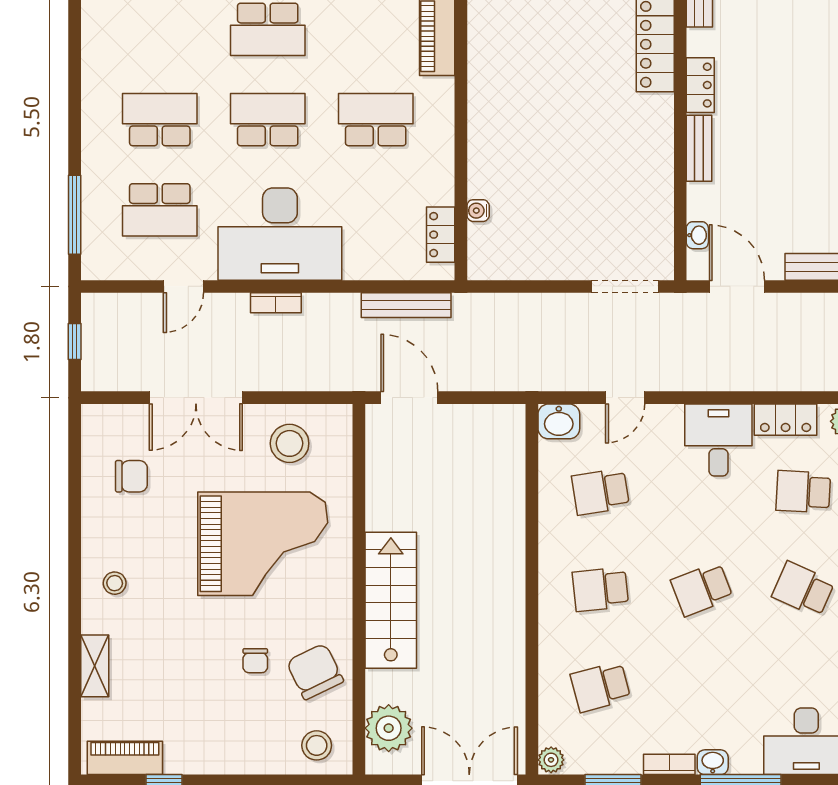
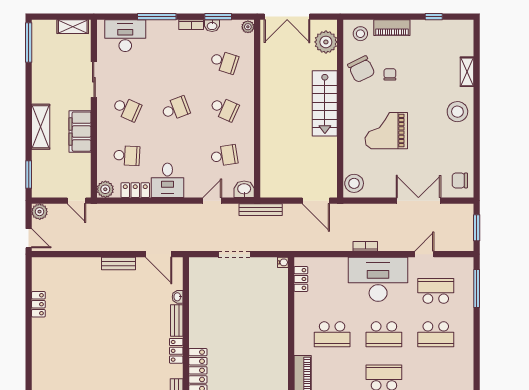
water cooler: (478, 211) -> (283, 262), moved
washbasin: (697, 235) -> (178, 297), moved
doorway: (625, 286) -> (234, 254), moved
bookcase: (276, 303) -> (365, 246), moved
bench: (406, 305) -> (261, 210), moved
window: (75, 341) -> (477, 228), width x1.50
stool: (290, 443) -> (354, 183), moved
chair: (131, 476) -> (460, 180), moved
grand piano: (263, 544) -> (386, 131), width x0.73, depth x0.68
stool: (115, 583) -> (457, 112), width x1.89, depth x1.89
school desk: (600, 589) -> (224, 109), turned 30
school desk: (600, 687) -> (224, 62), turned 33
piano: (125, 758) -> (392, 28), moved
washbasin: (713, 762) -> (212, 26), moved

